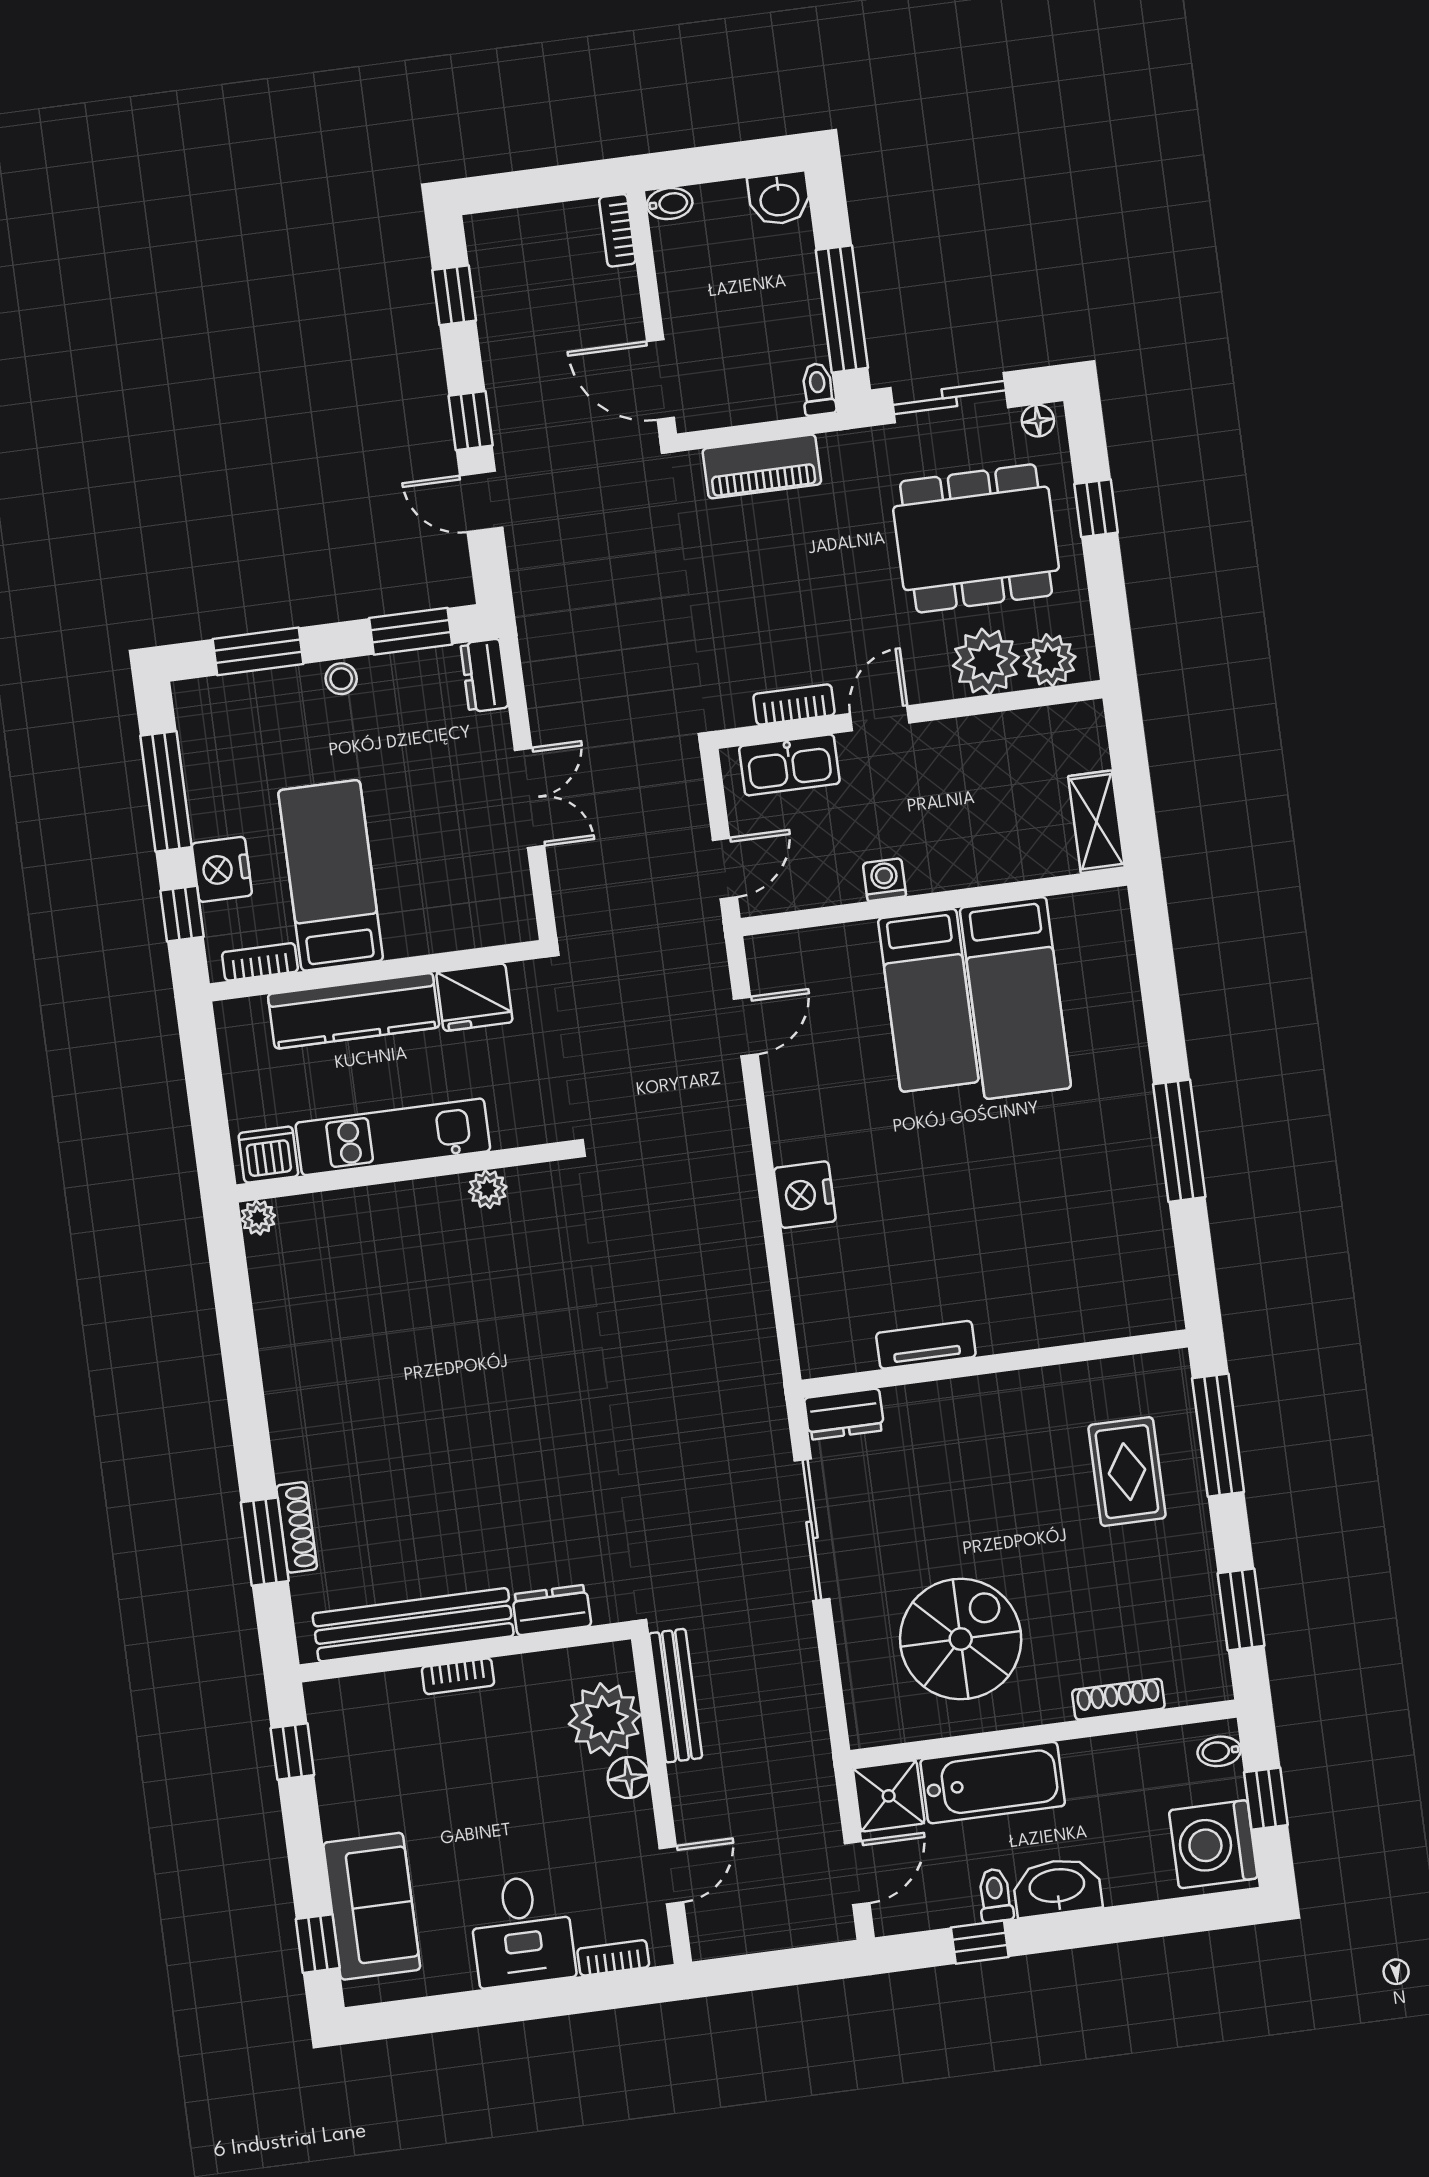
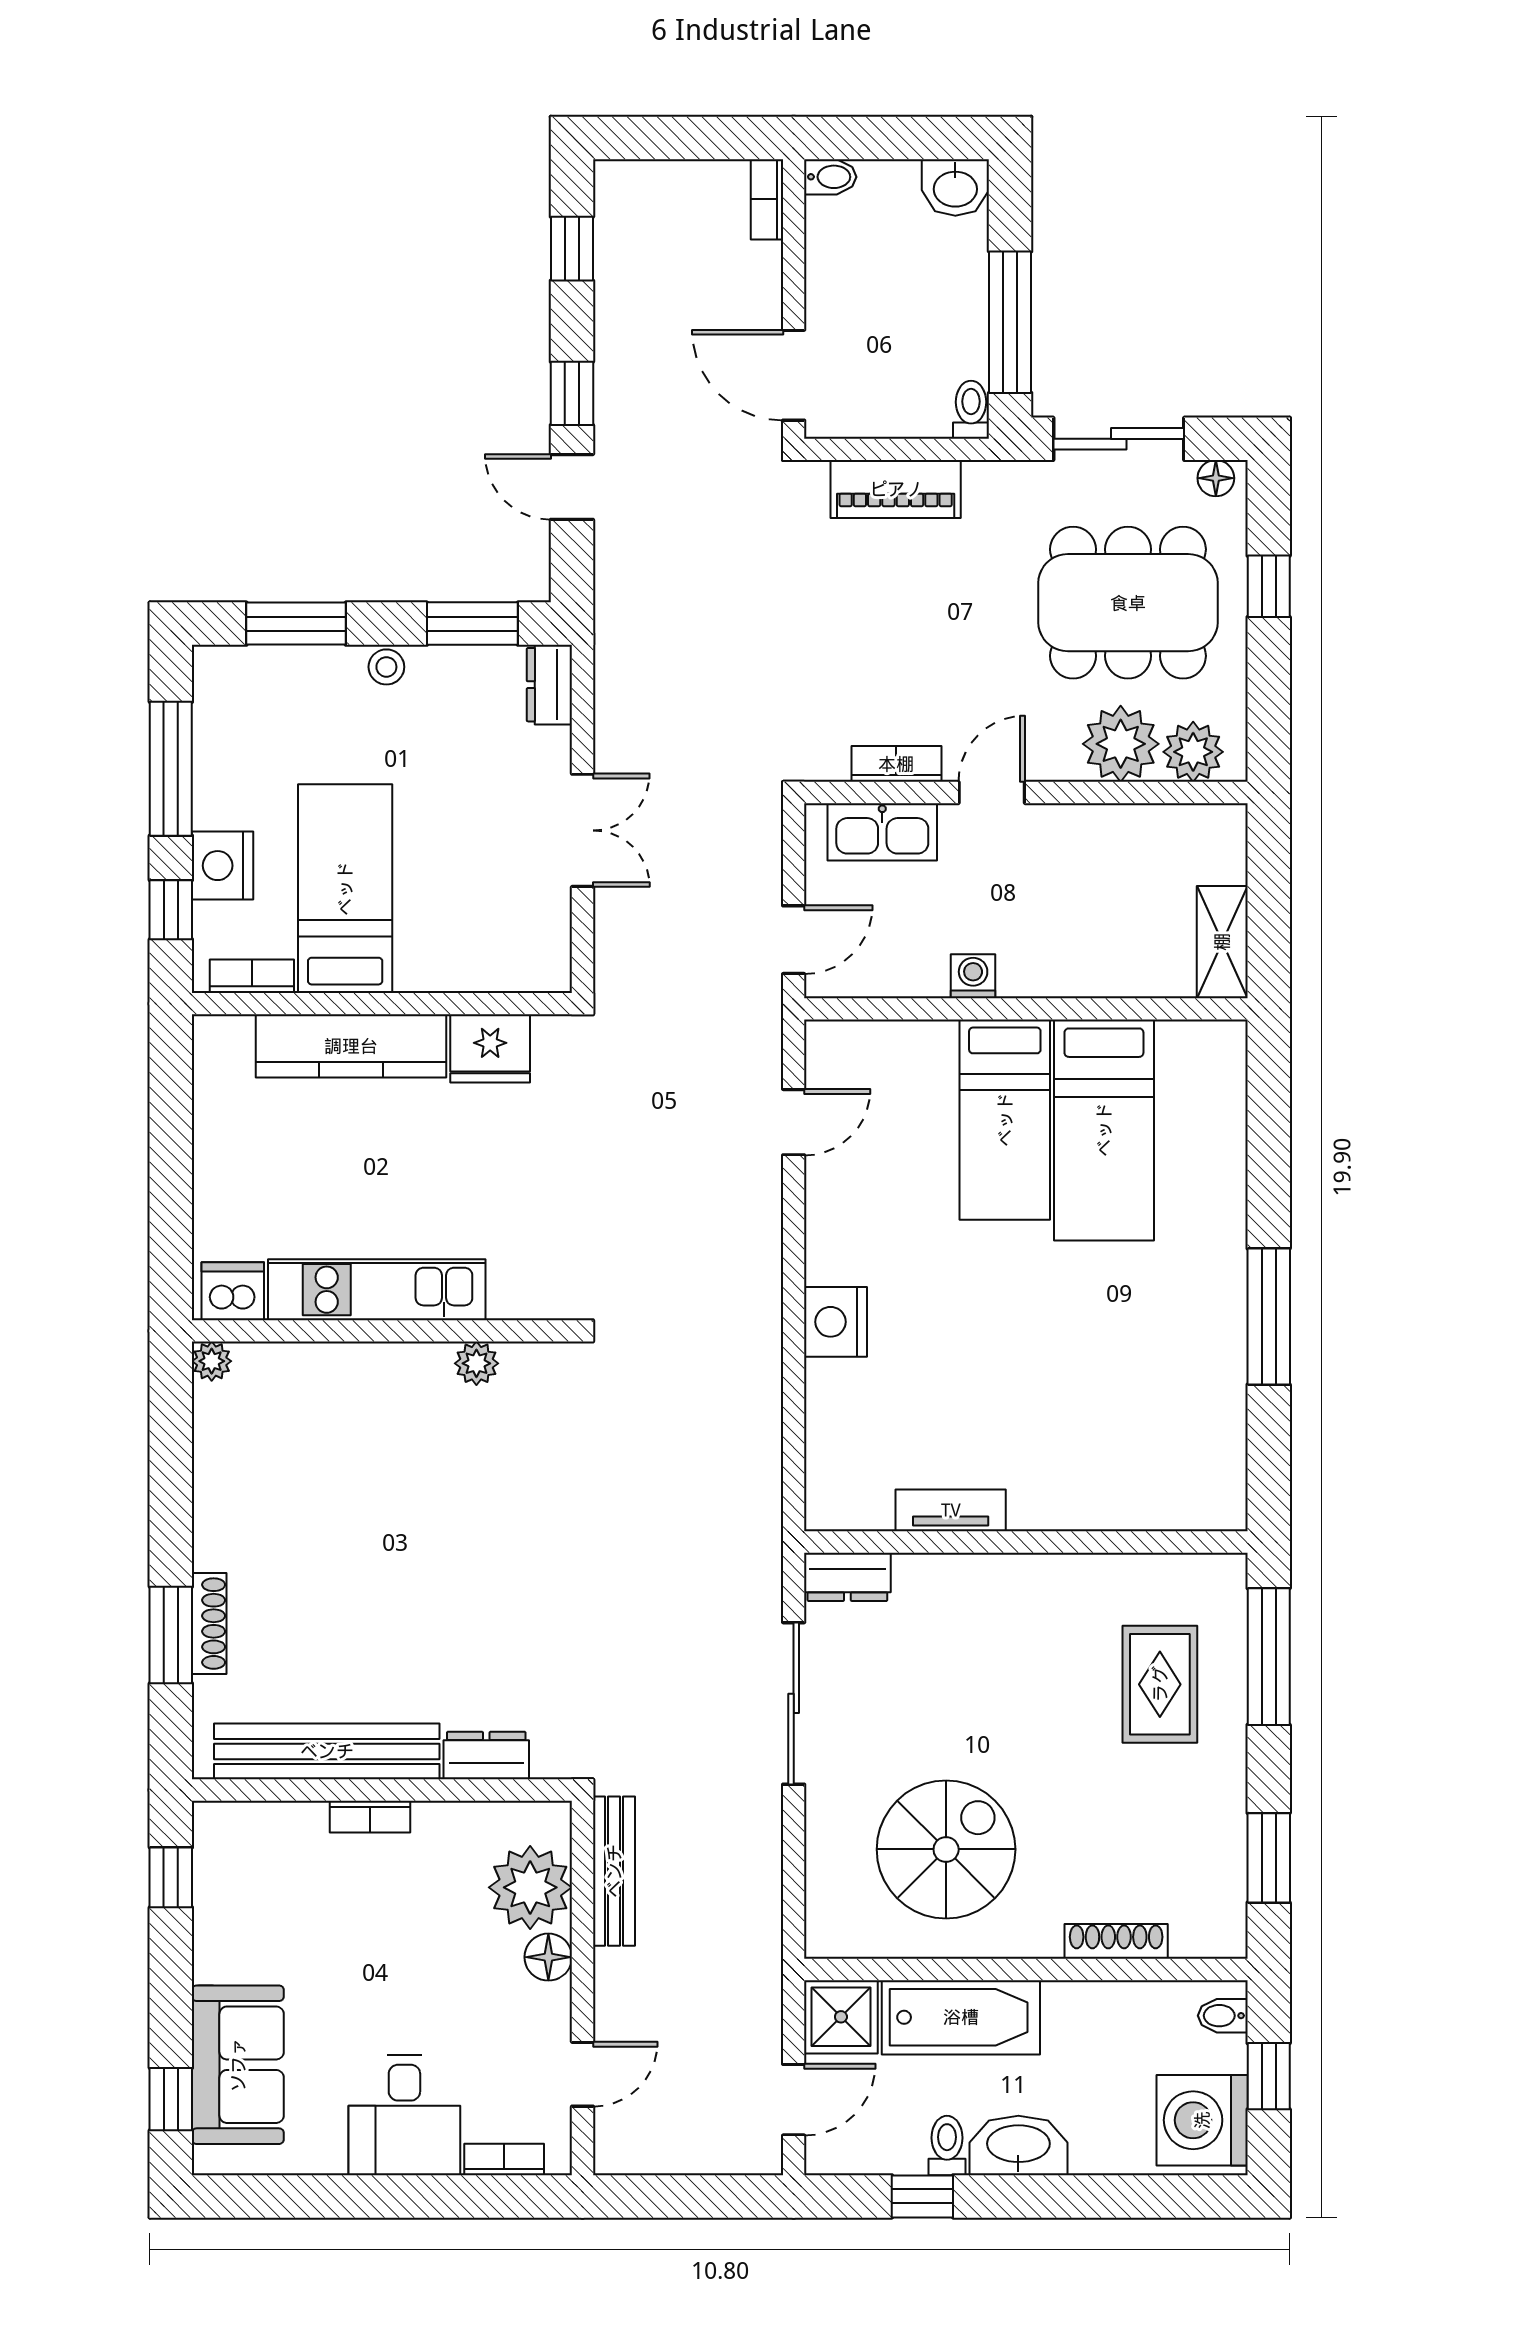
kitchen unit: (393, 1137) -> (377, 1290), moved
dishwasher: (268, 1155) -> (233, 1291), moved
wall: (402, 1172) -> (382, 1331), moved
plant: (488, 1189) -> (476, 1363), moved
plant: (258, 1218) -> (212, 1361), moved

